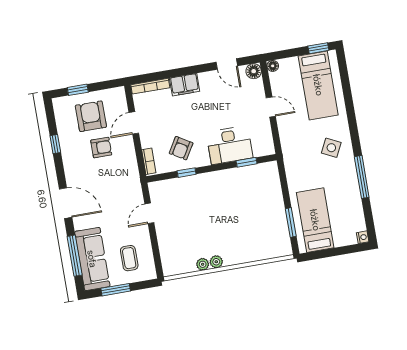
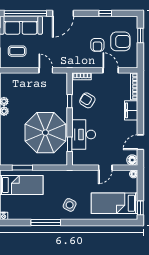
parasol: (236, 199) -> (45, 133), added
window: (75, 256) -> (25, 13), width x1.46

